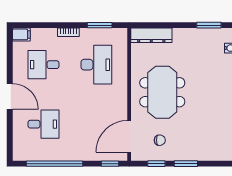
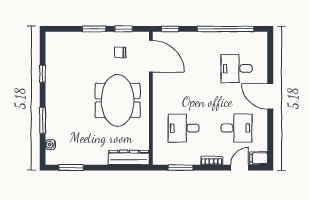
door: (40, 25) -> (240, 168), added
desk: (96, 65) -> (184, 128), width x0.73
door: (129, 136) -> (151, 56), hinge flipped

